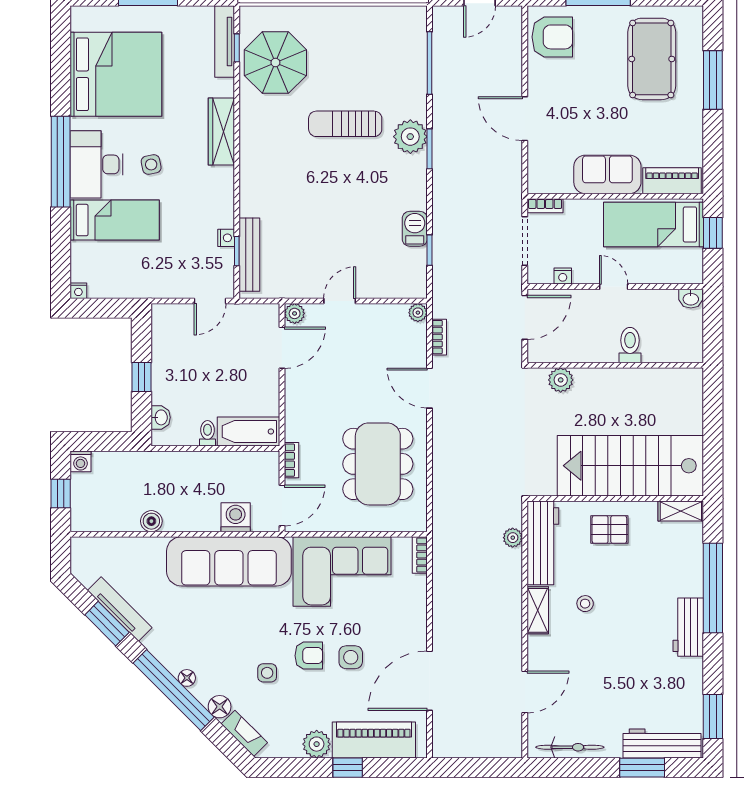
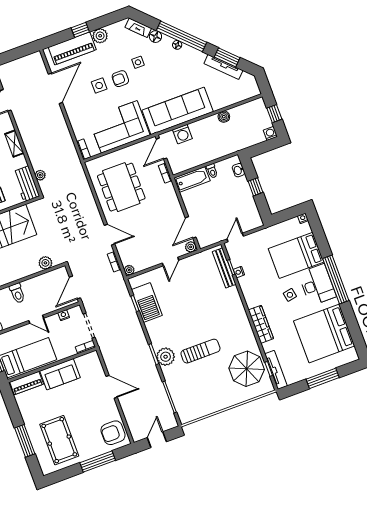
bed: (115, 220) -> (296, 255), width x1.50
barbecue: (415, 229) -> (147, 302), width x1.88, depth x1.53
workbench: (543, 543) -> (26, 184), width x0.73

